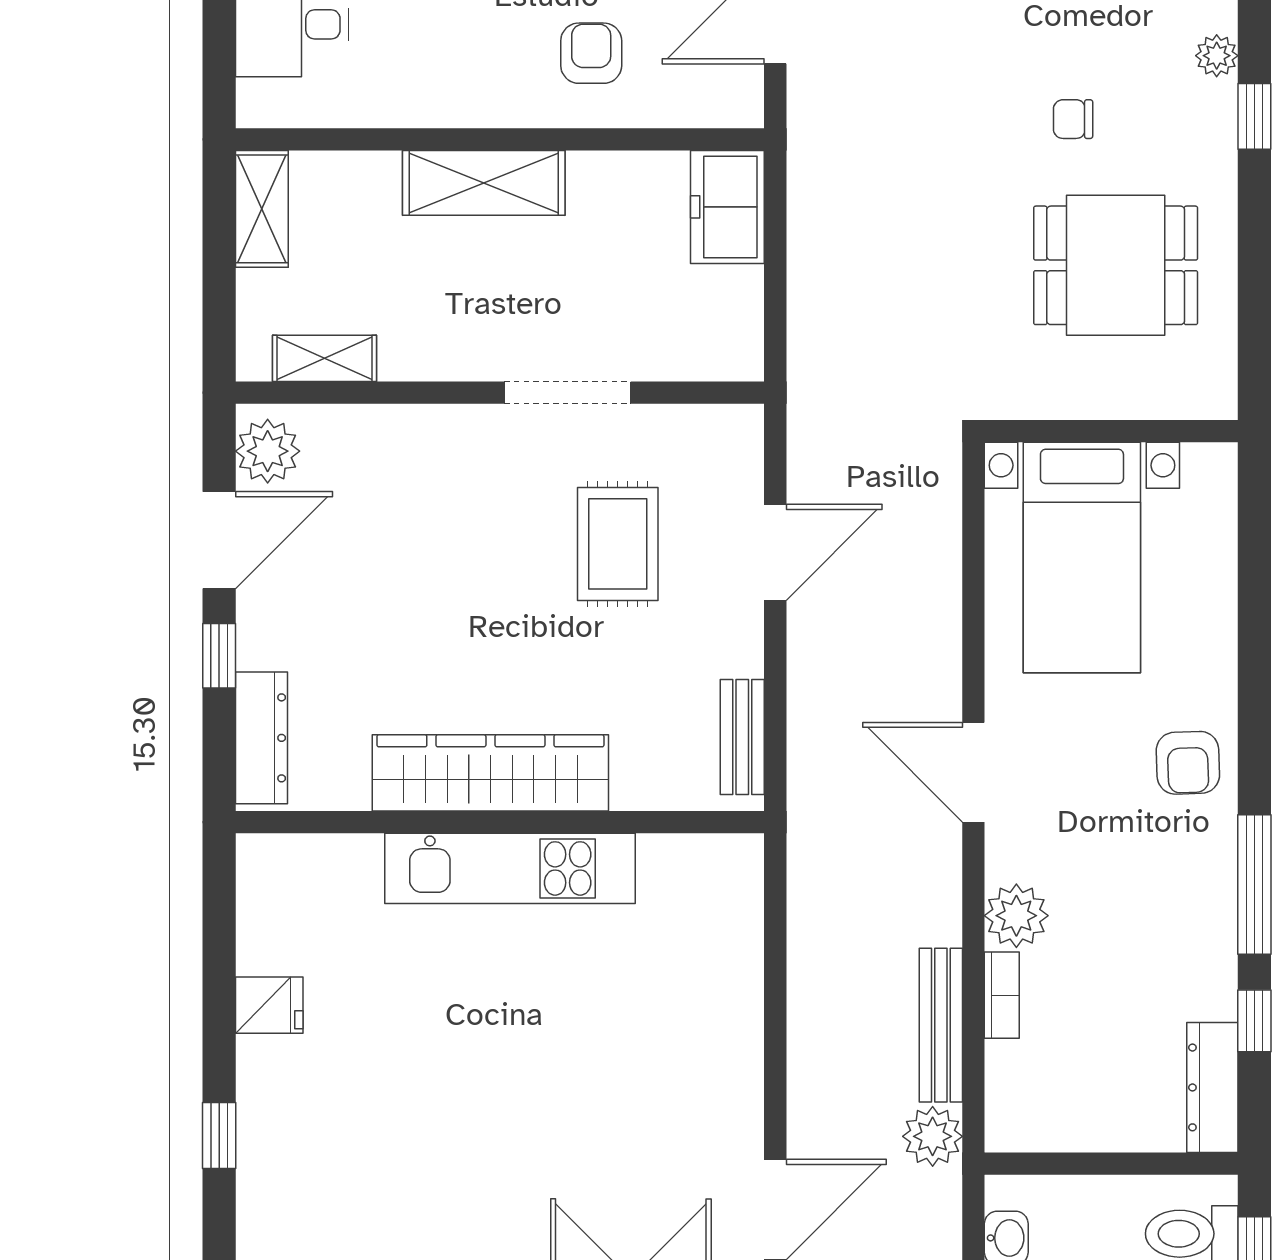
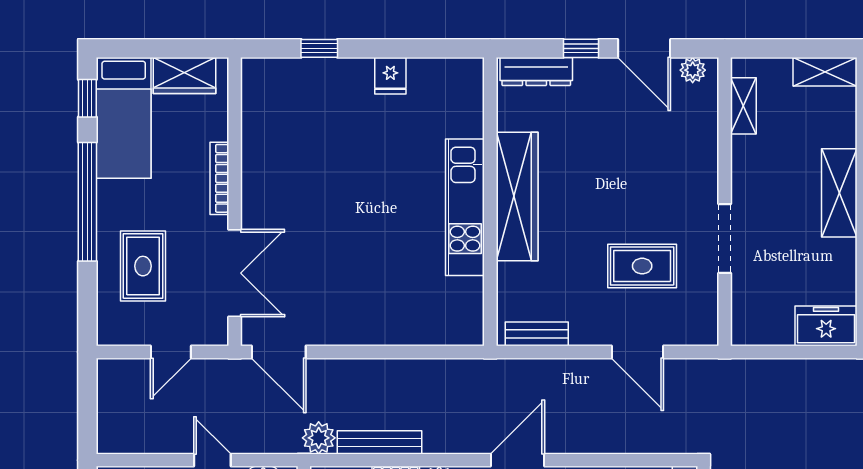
plant: (268, 451) -> (693, 70), width x0.73, depth x0.73

